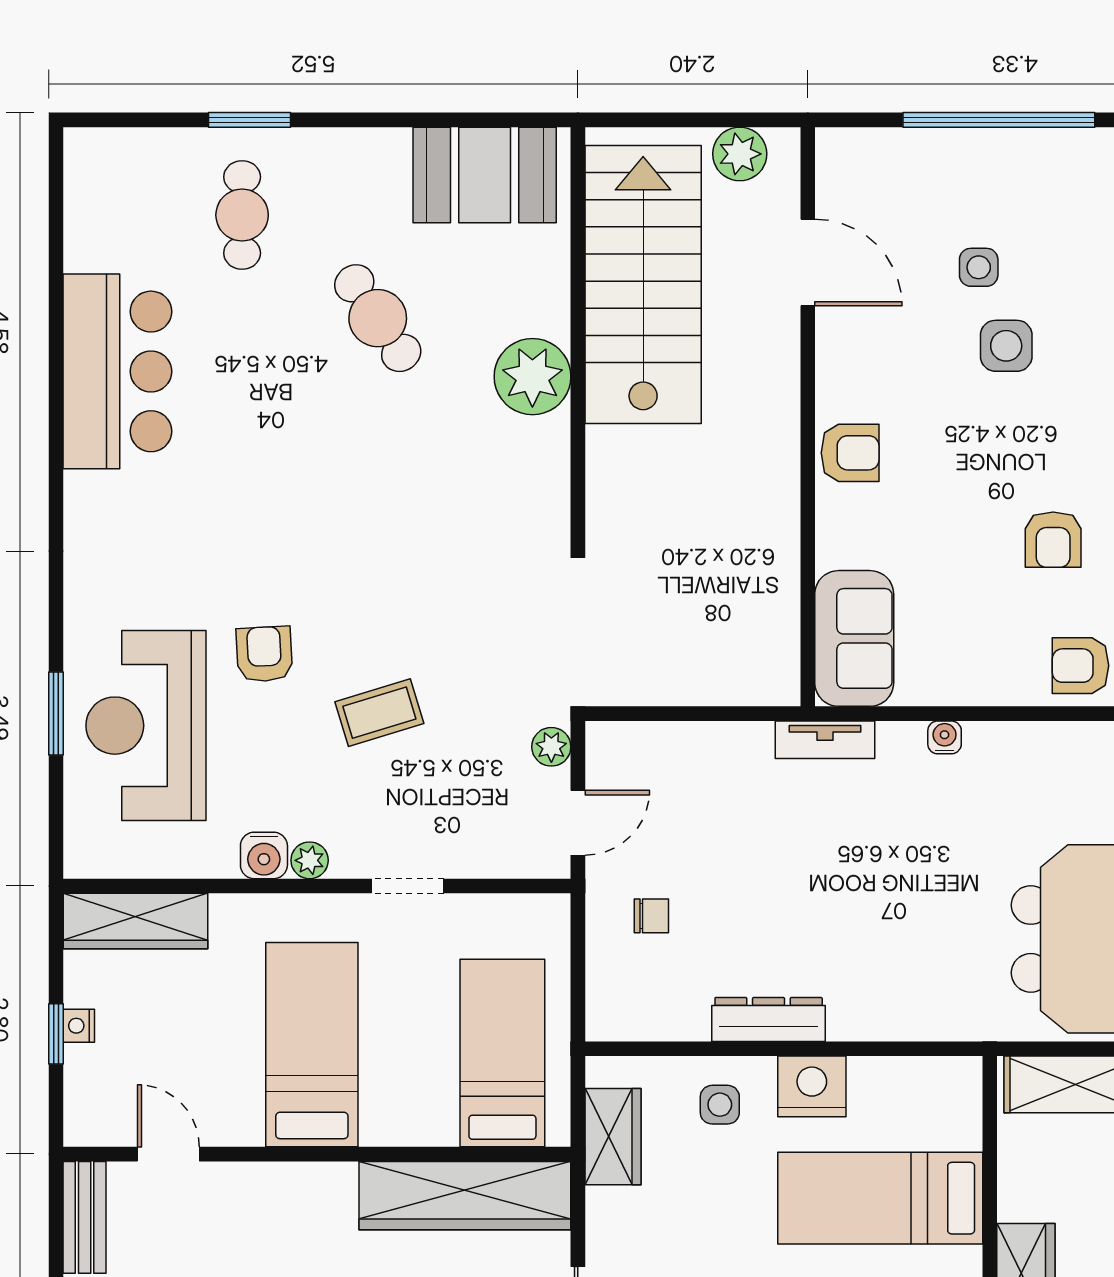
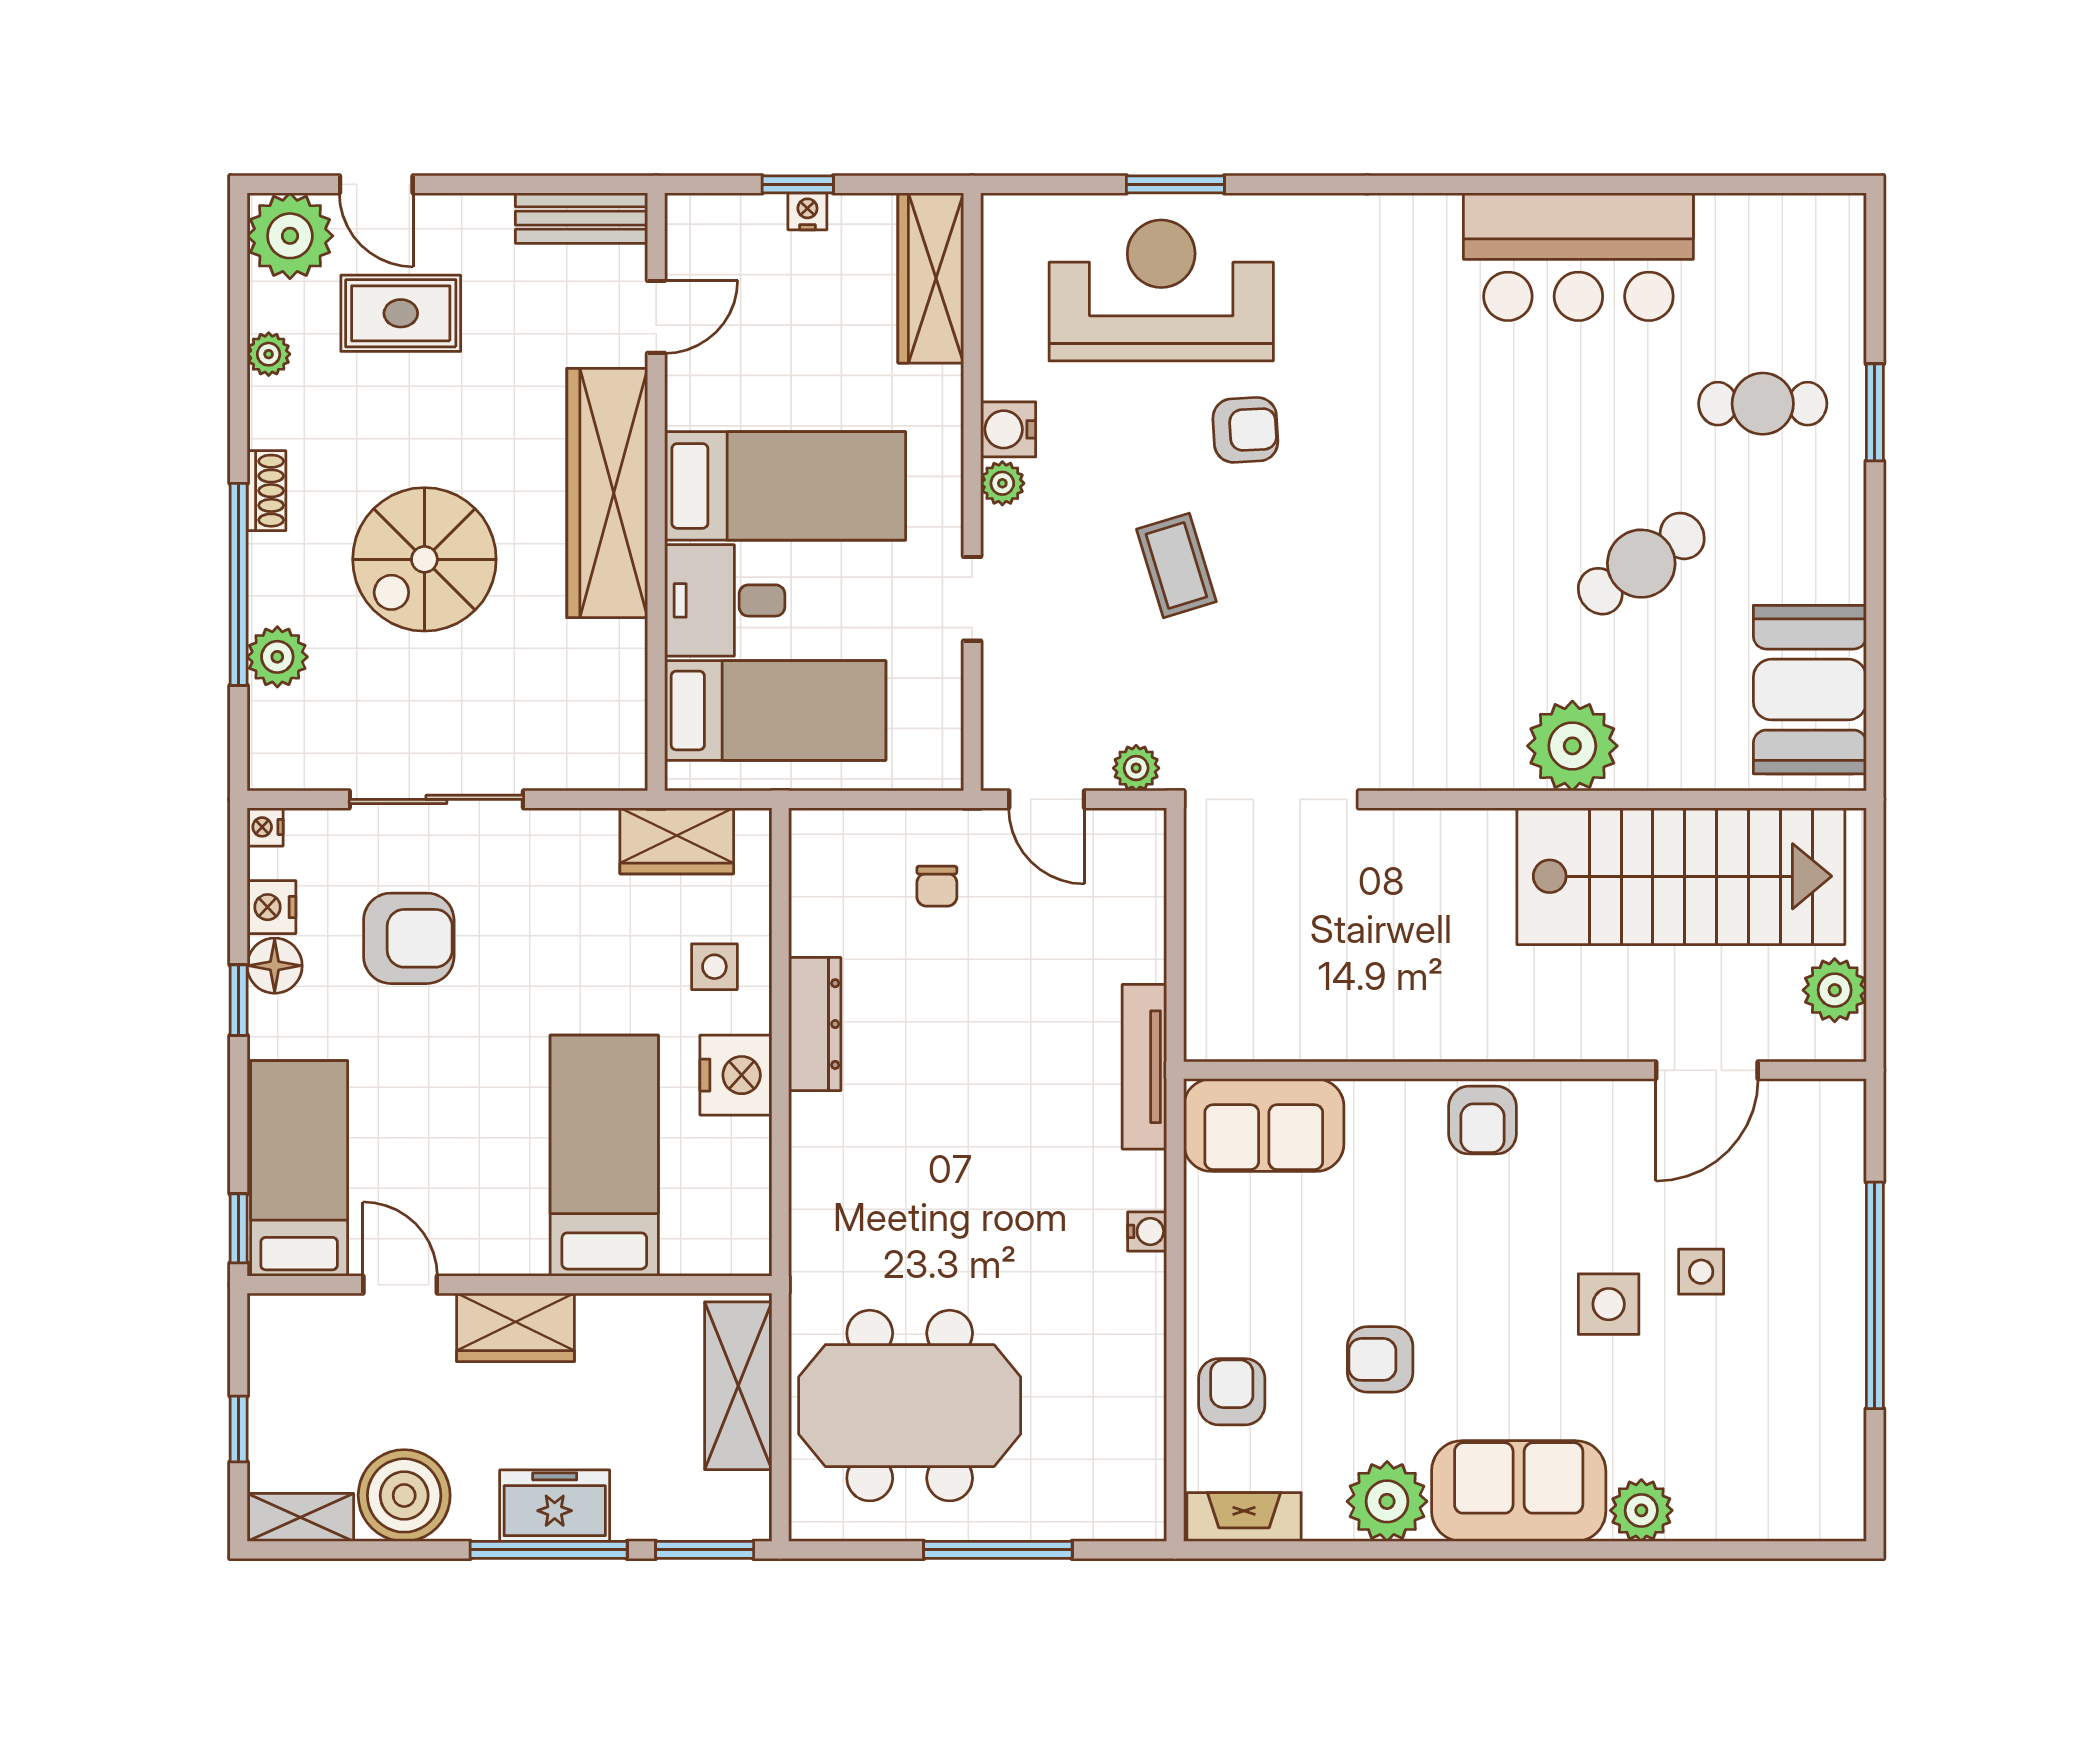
tv unit: (825, 740) -> (1144, 1067), width x1.41
desk: (409, 1096) -> (725, 600), added
wardrobe: (465, 1196) -> (607, 493), moved

